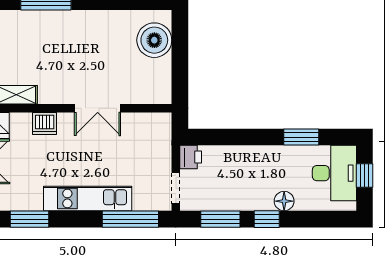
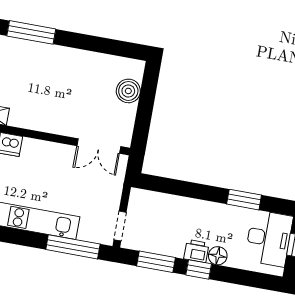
boiler: (154, 40) -> (128, 91), width x0.73, depth x0.73
double door: (98, 108) -> (99, 146), moved
printer: (191, 157) -> (196, 251), moved, turned -90

